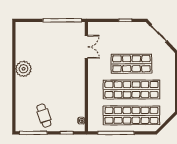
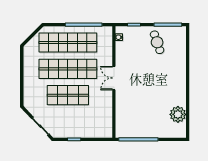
double door: (86, 47) -> (114, 78), moved
plant: (23, 69) -> (178, 114), moved

